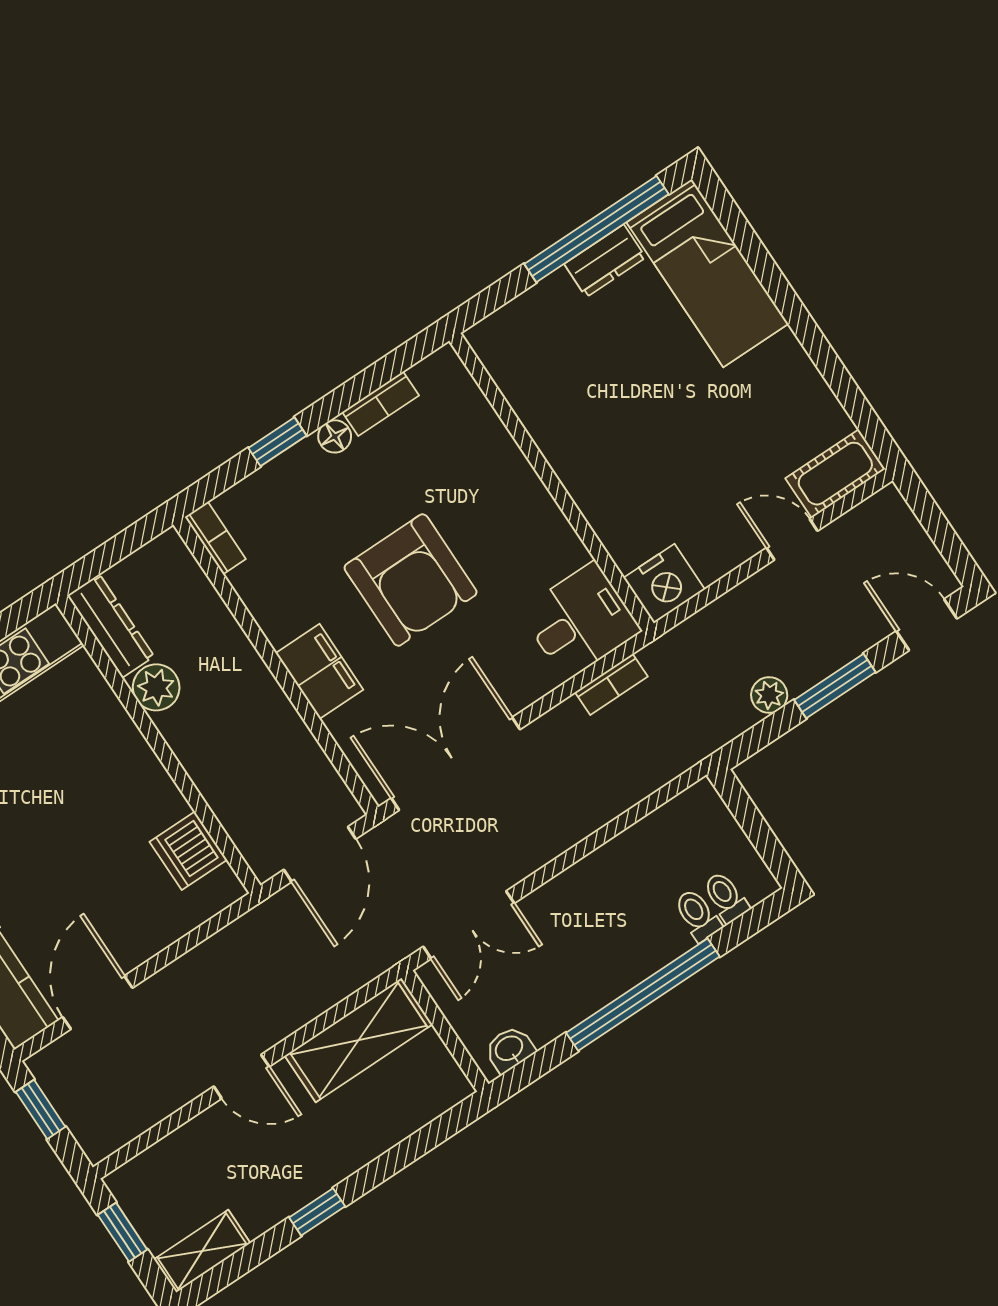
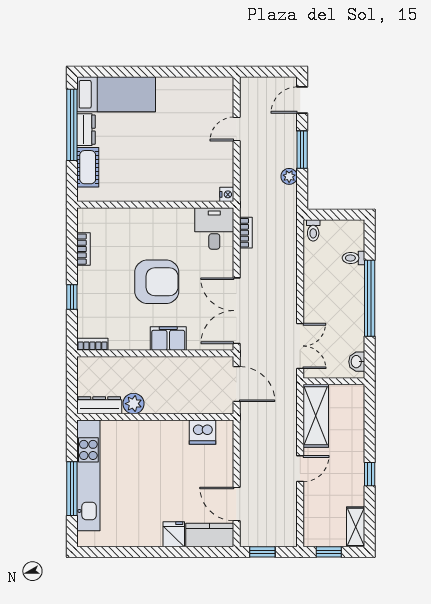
floor lamp: (335, 436) -> (84, 274), removed
cot: (835, 474) -> (88, 167), moved
nightstand: (664, 584) -> (227, 194), width x0.53, depth x0.56
toilet: (726, 897) -> (313, 230), moved, turned -90

